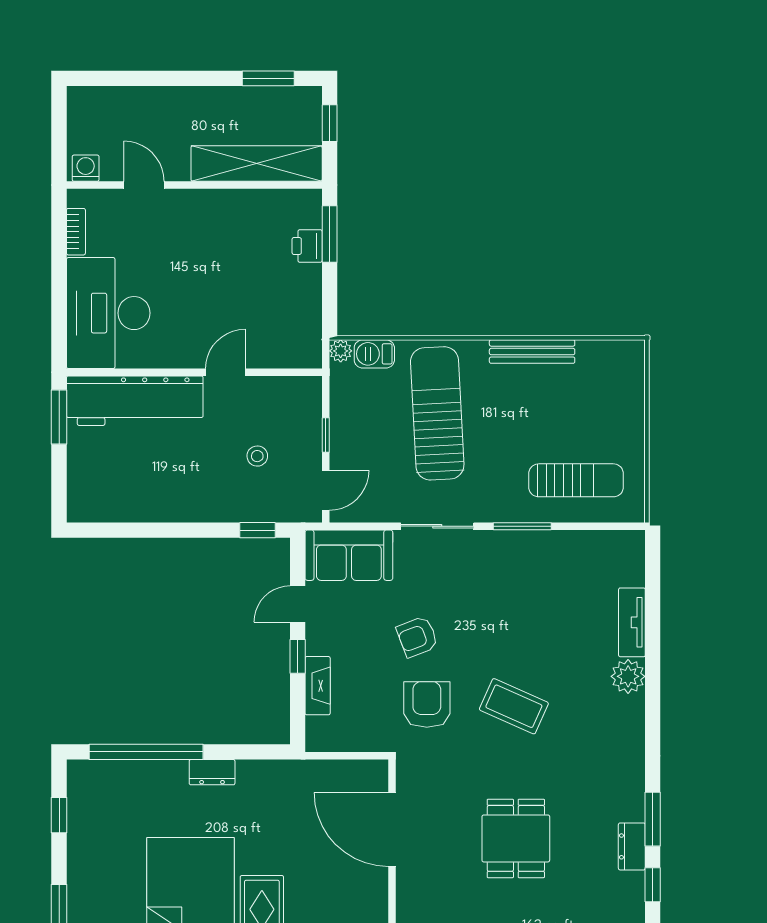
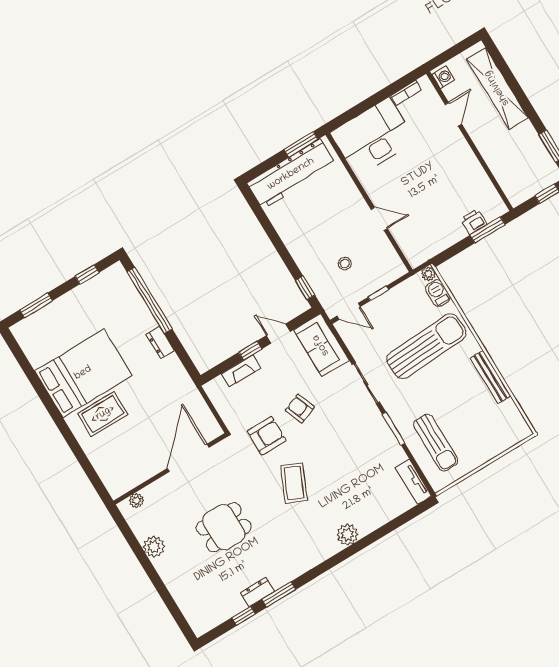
shelving: (257, 164) -> (497, 88), moved
workbench: (135, 401) -> (291, 174), moved, turned -90
tv unit: (632, 622) -> (413, 482), moved, turned -90

